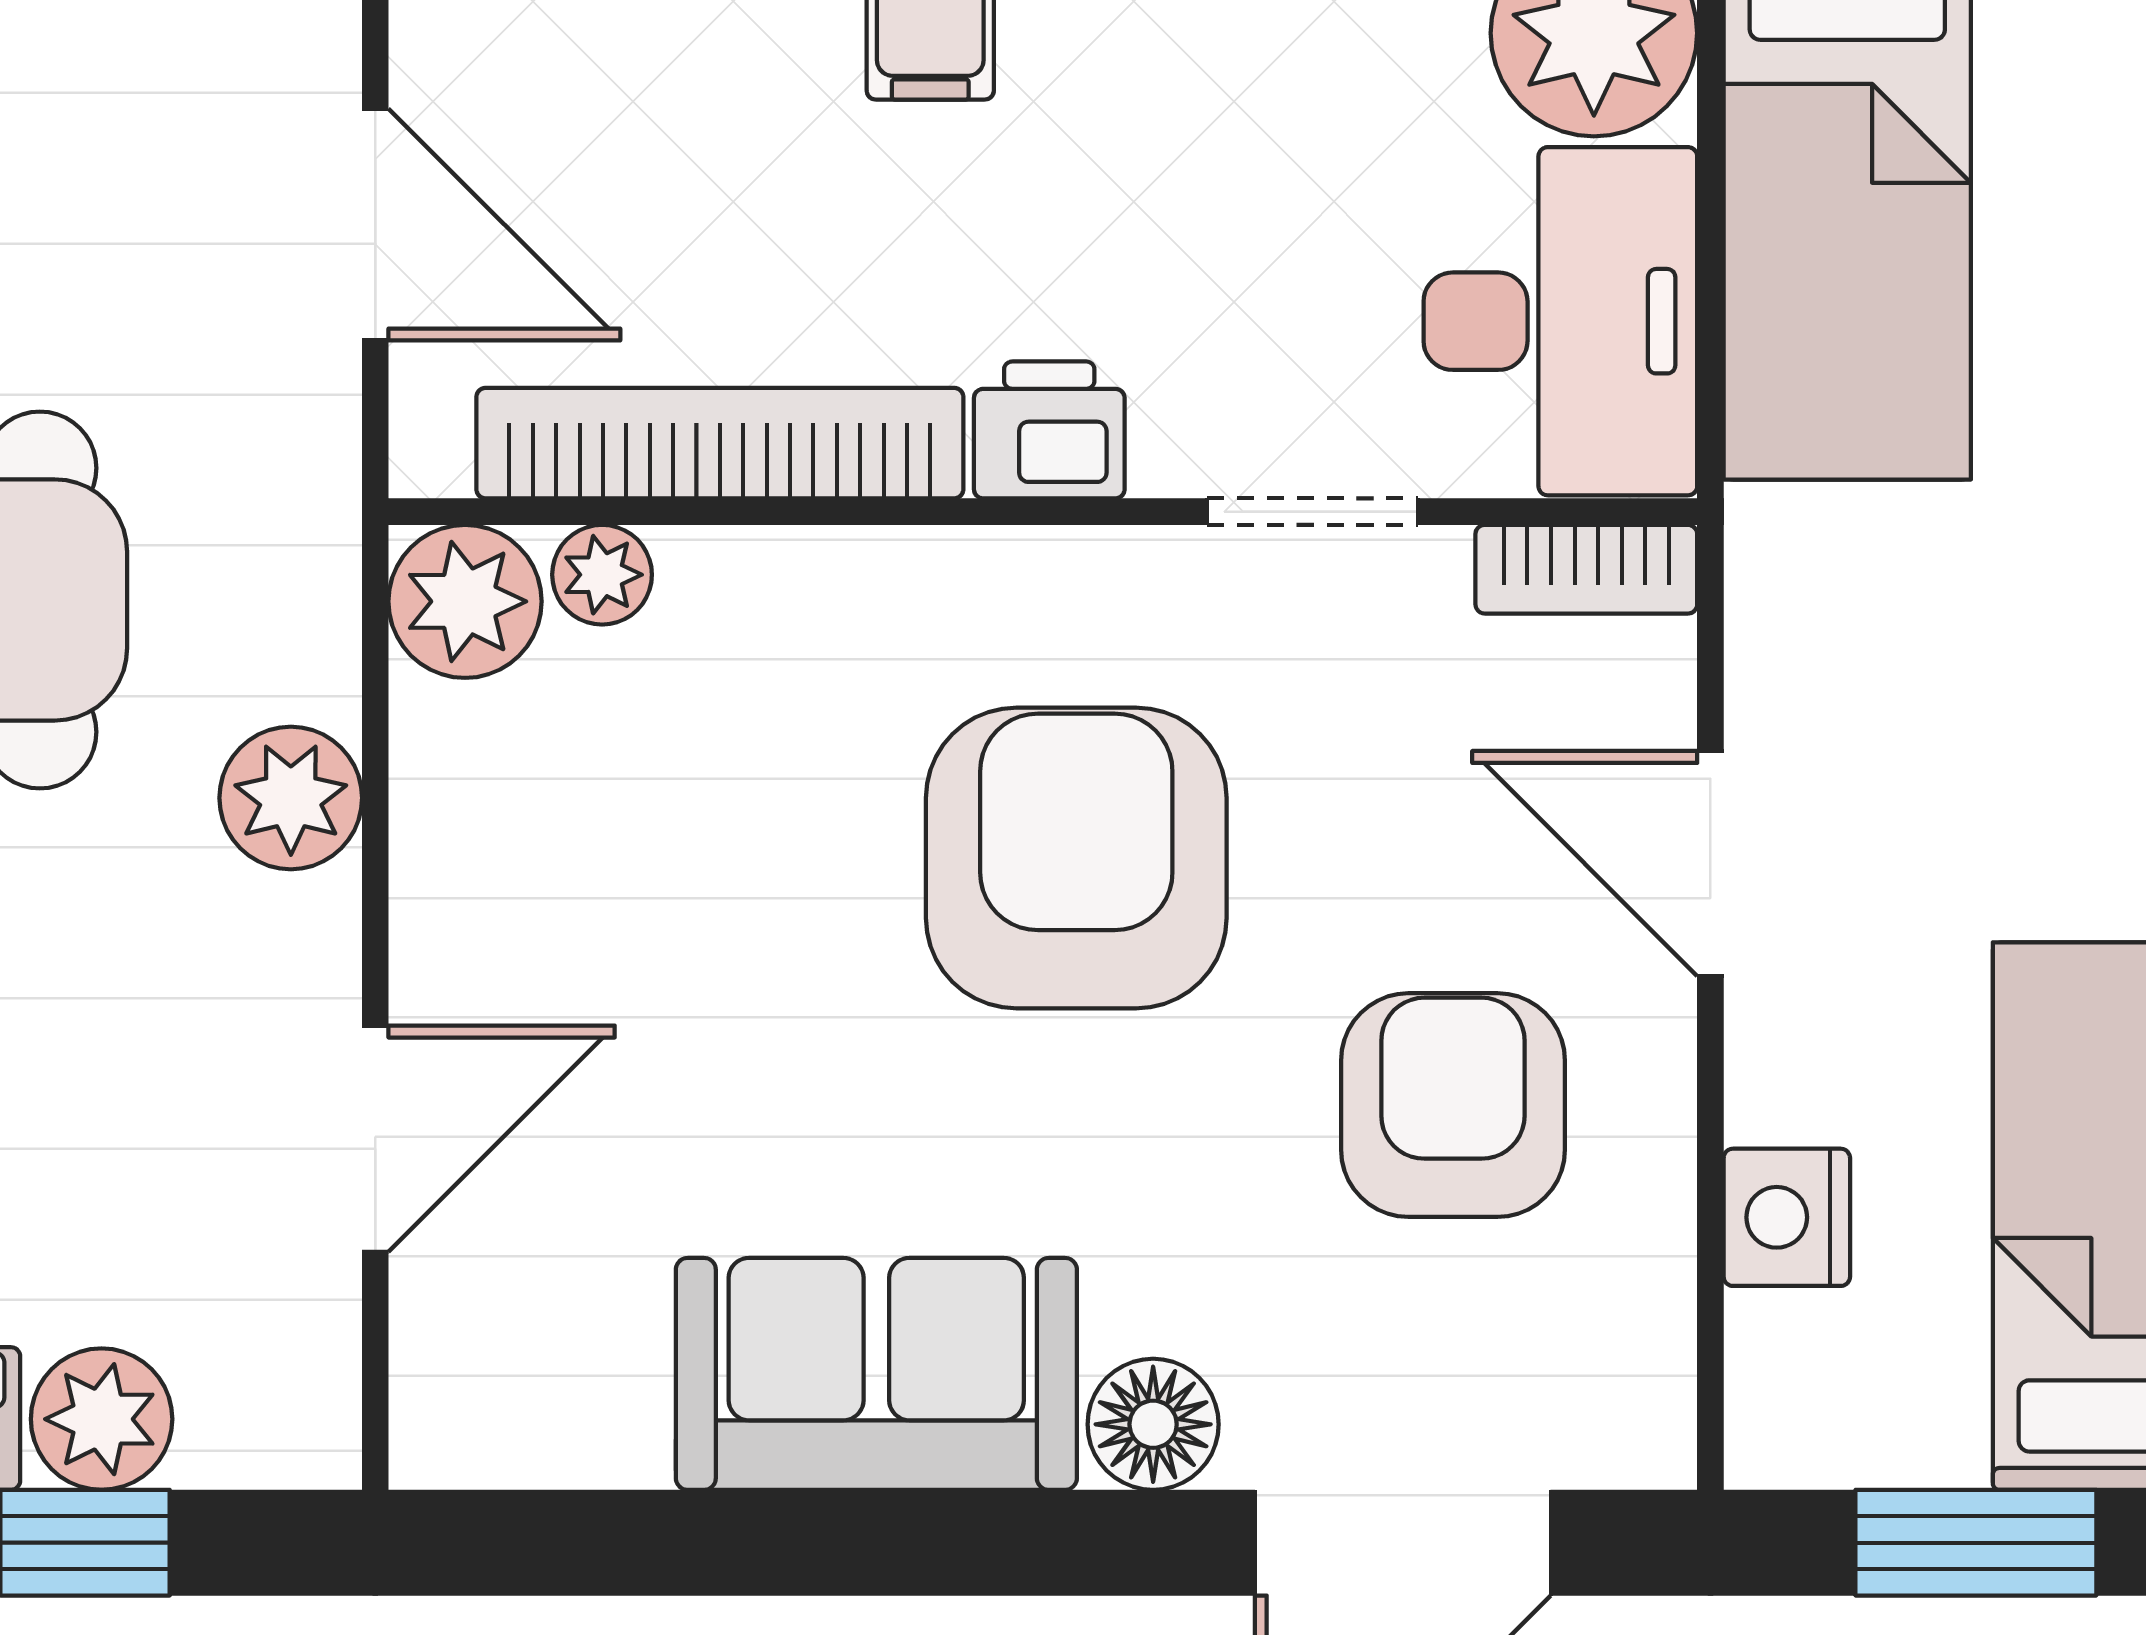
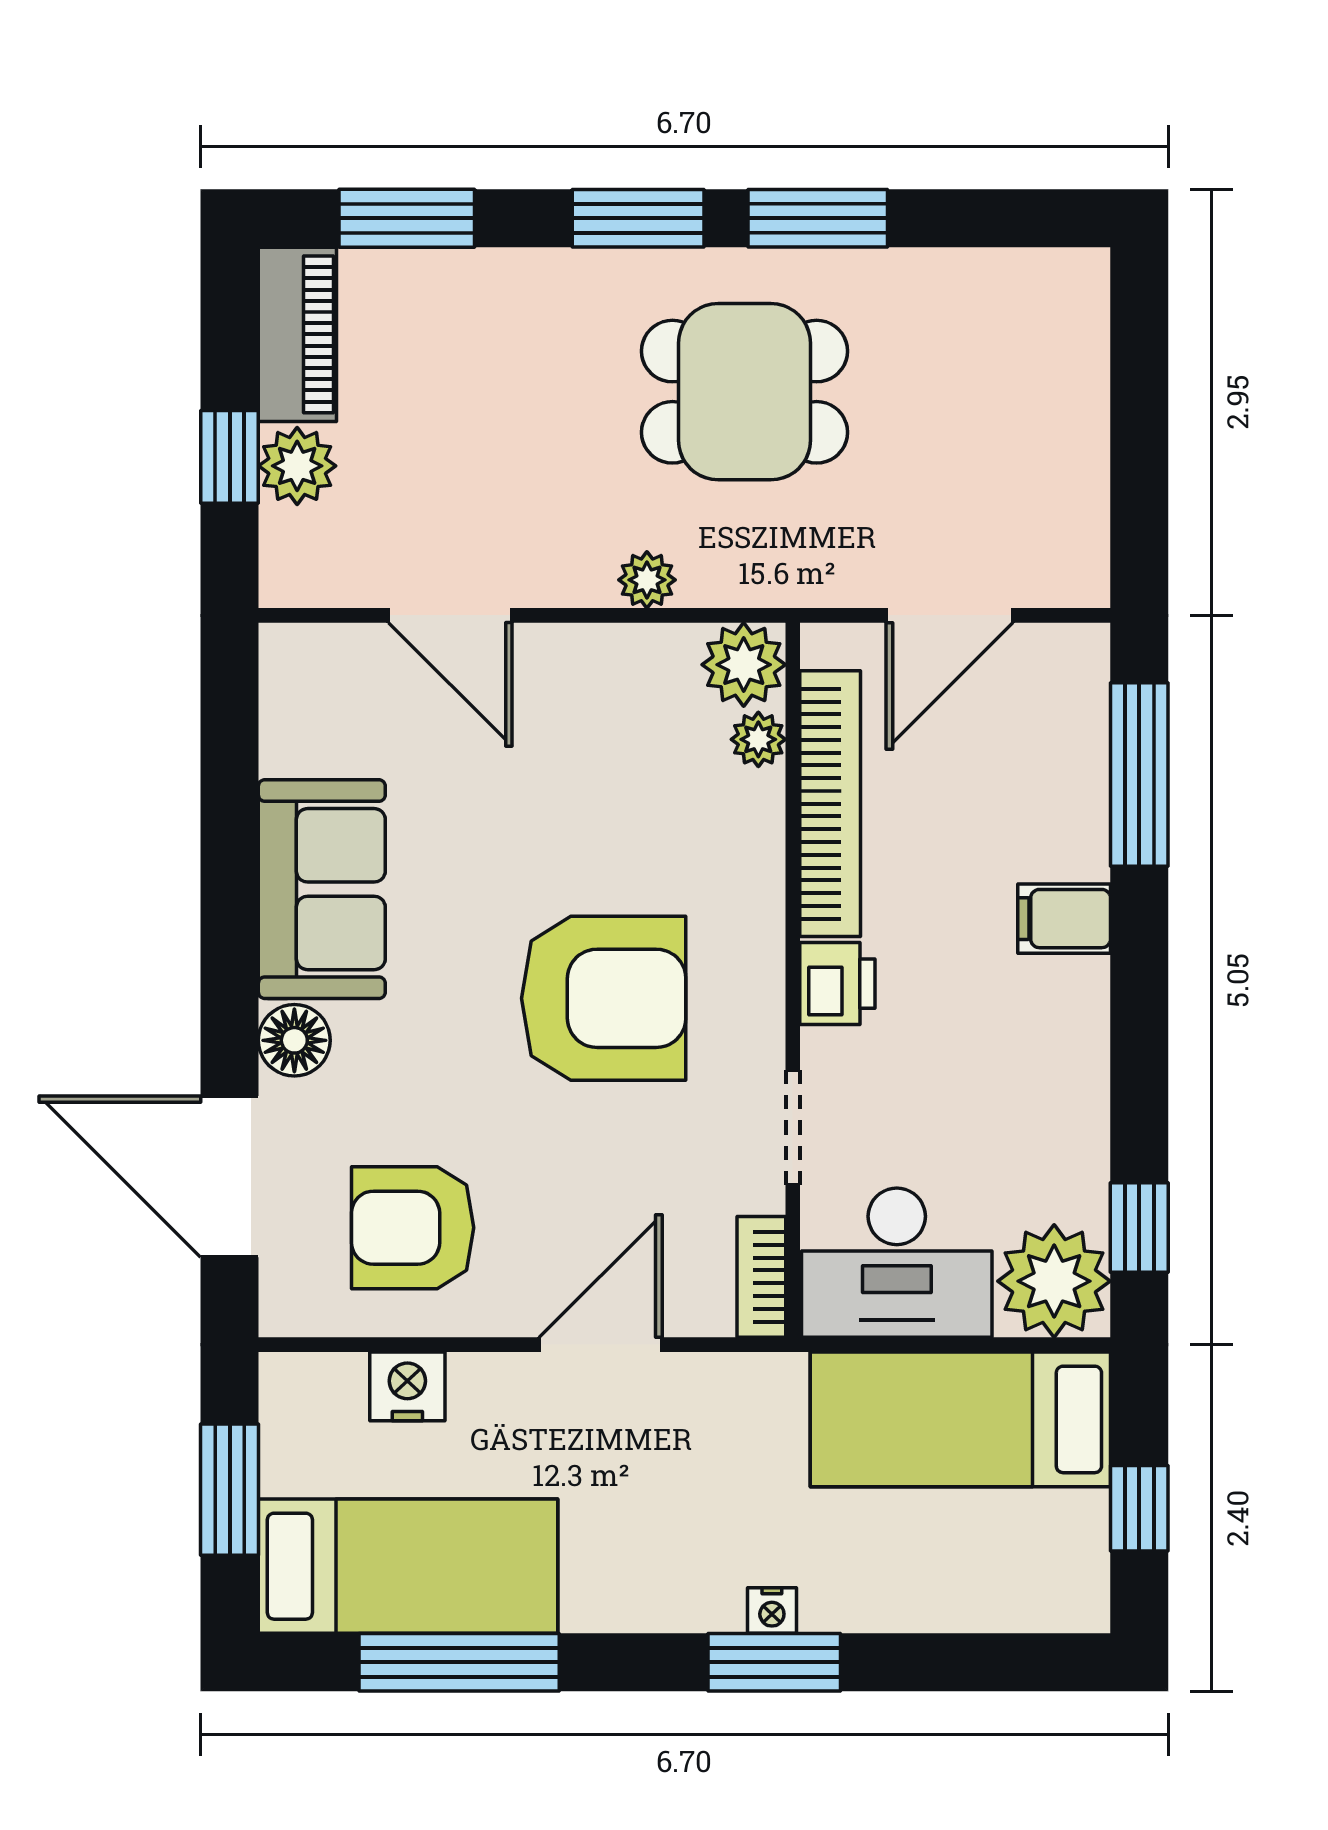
plant: (291, 798) -> (647, 580), width x0.73, depth x0.73
armchair: (1453, 1105) -> (413, 1228), moved, turned 180

